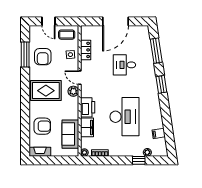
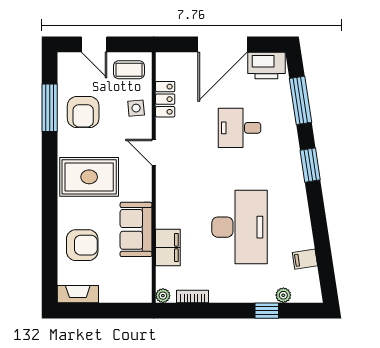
plant: (73, 91) -> (142, 178), removed
printer: (88, 107) -> (266, 66), moved, turned 90
sofa: (70, 134) -> (136, 229), moved

